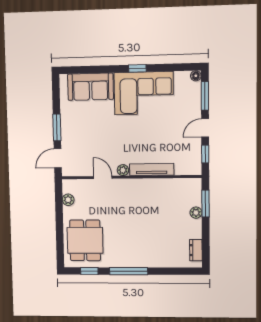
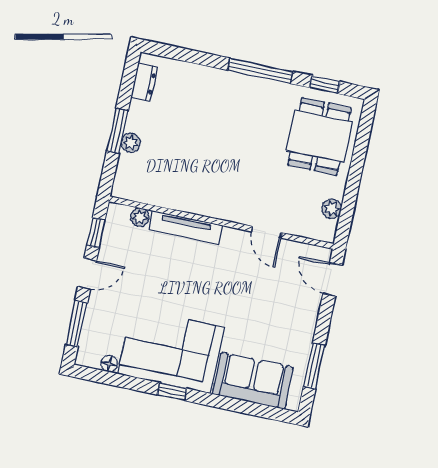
floor lamp: (196, 76) -> (109, 364), moved
window: (57, 128) -> (314, 366), moved
door: (58, 158) -> (333, 279), swing flipped
plant: (123, 170) -> (140, 217), moved
window: (205, 204) -> (118, 131), moved

